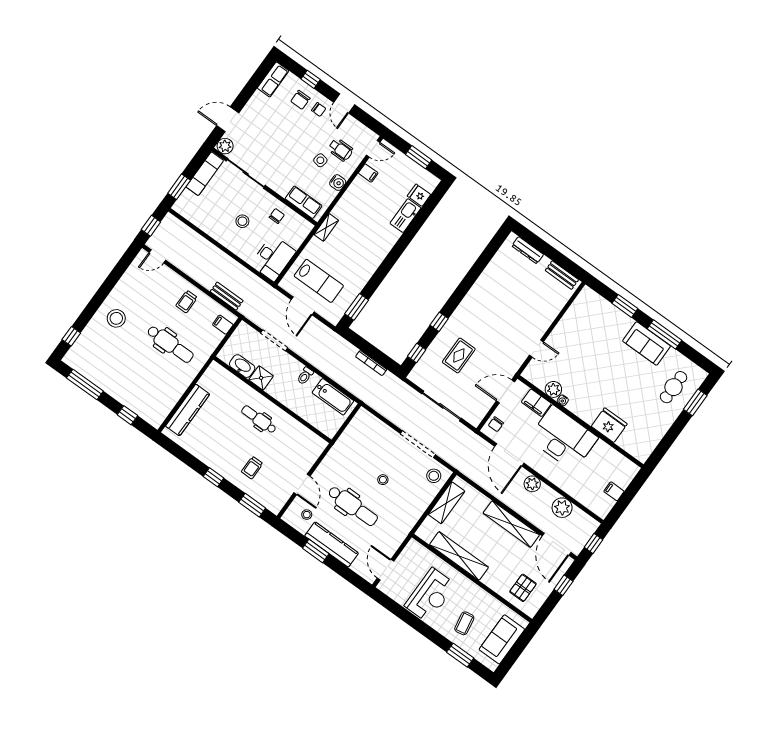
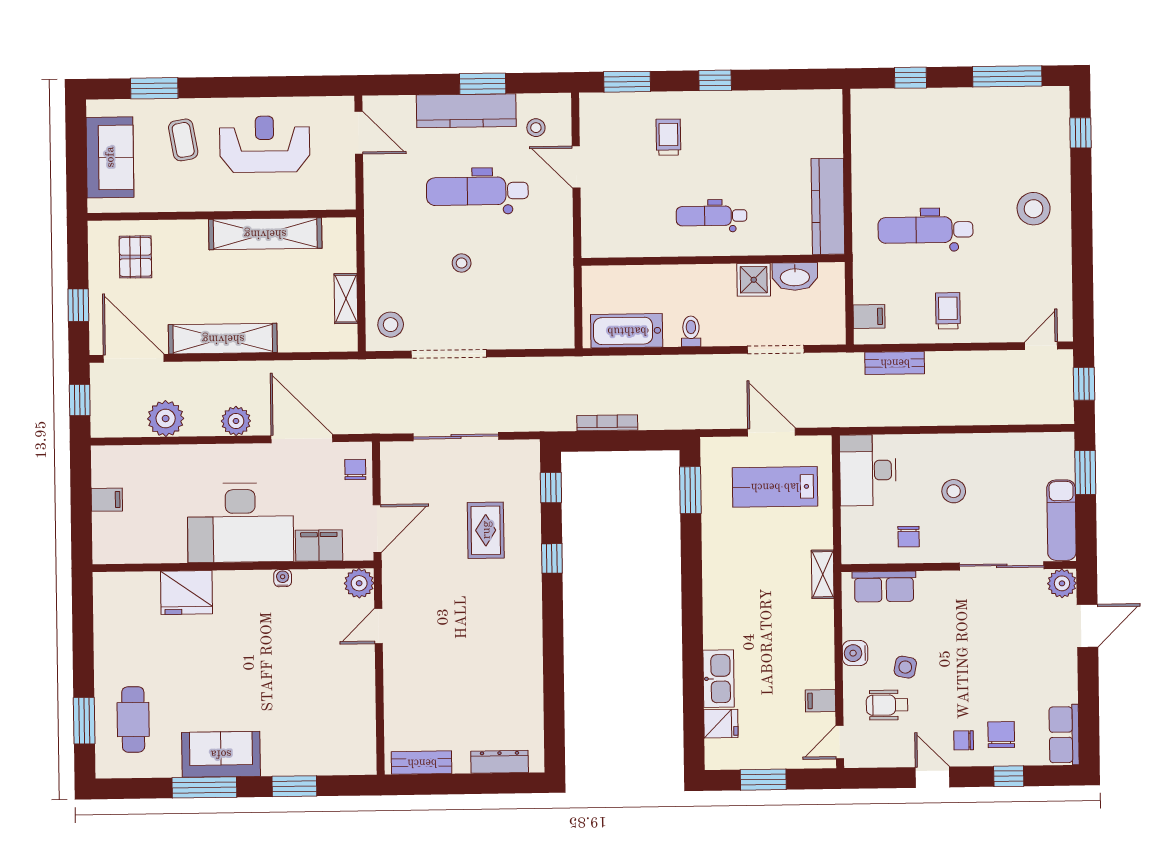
plant: (553, 389) -> (359, 583), moved
kitchen counter: (188, 410) -> (828, 206), moved
dental chair: (259, 419) -> (711, 216), turned 180
shelving: (446, 503) -> (346, 299), width x0.67, depth x0.75
reception desk: (430, 595) -> (265, 144), turned 90

